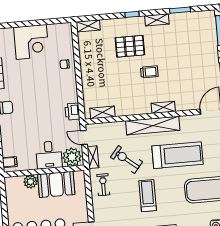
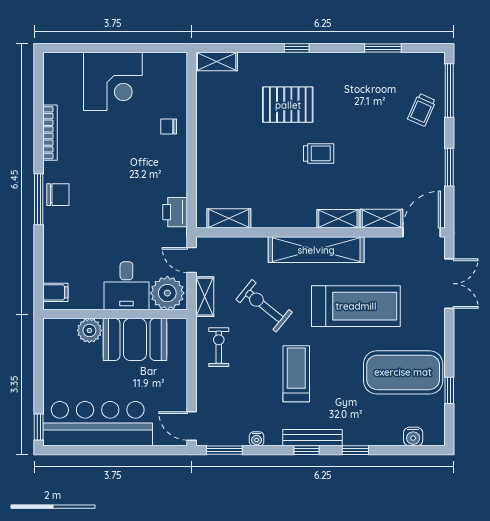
shelving: (157, 20) -> (381, 219), moved
trolley: (205, 43) -> (422, 110), added

